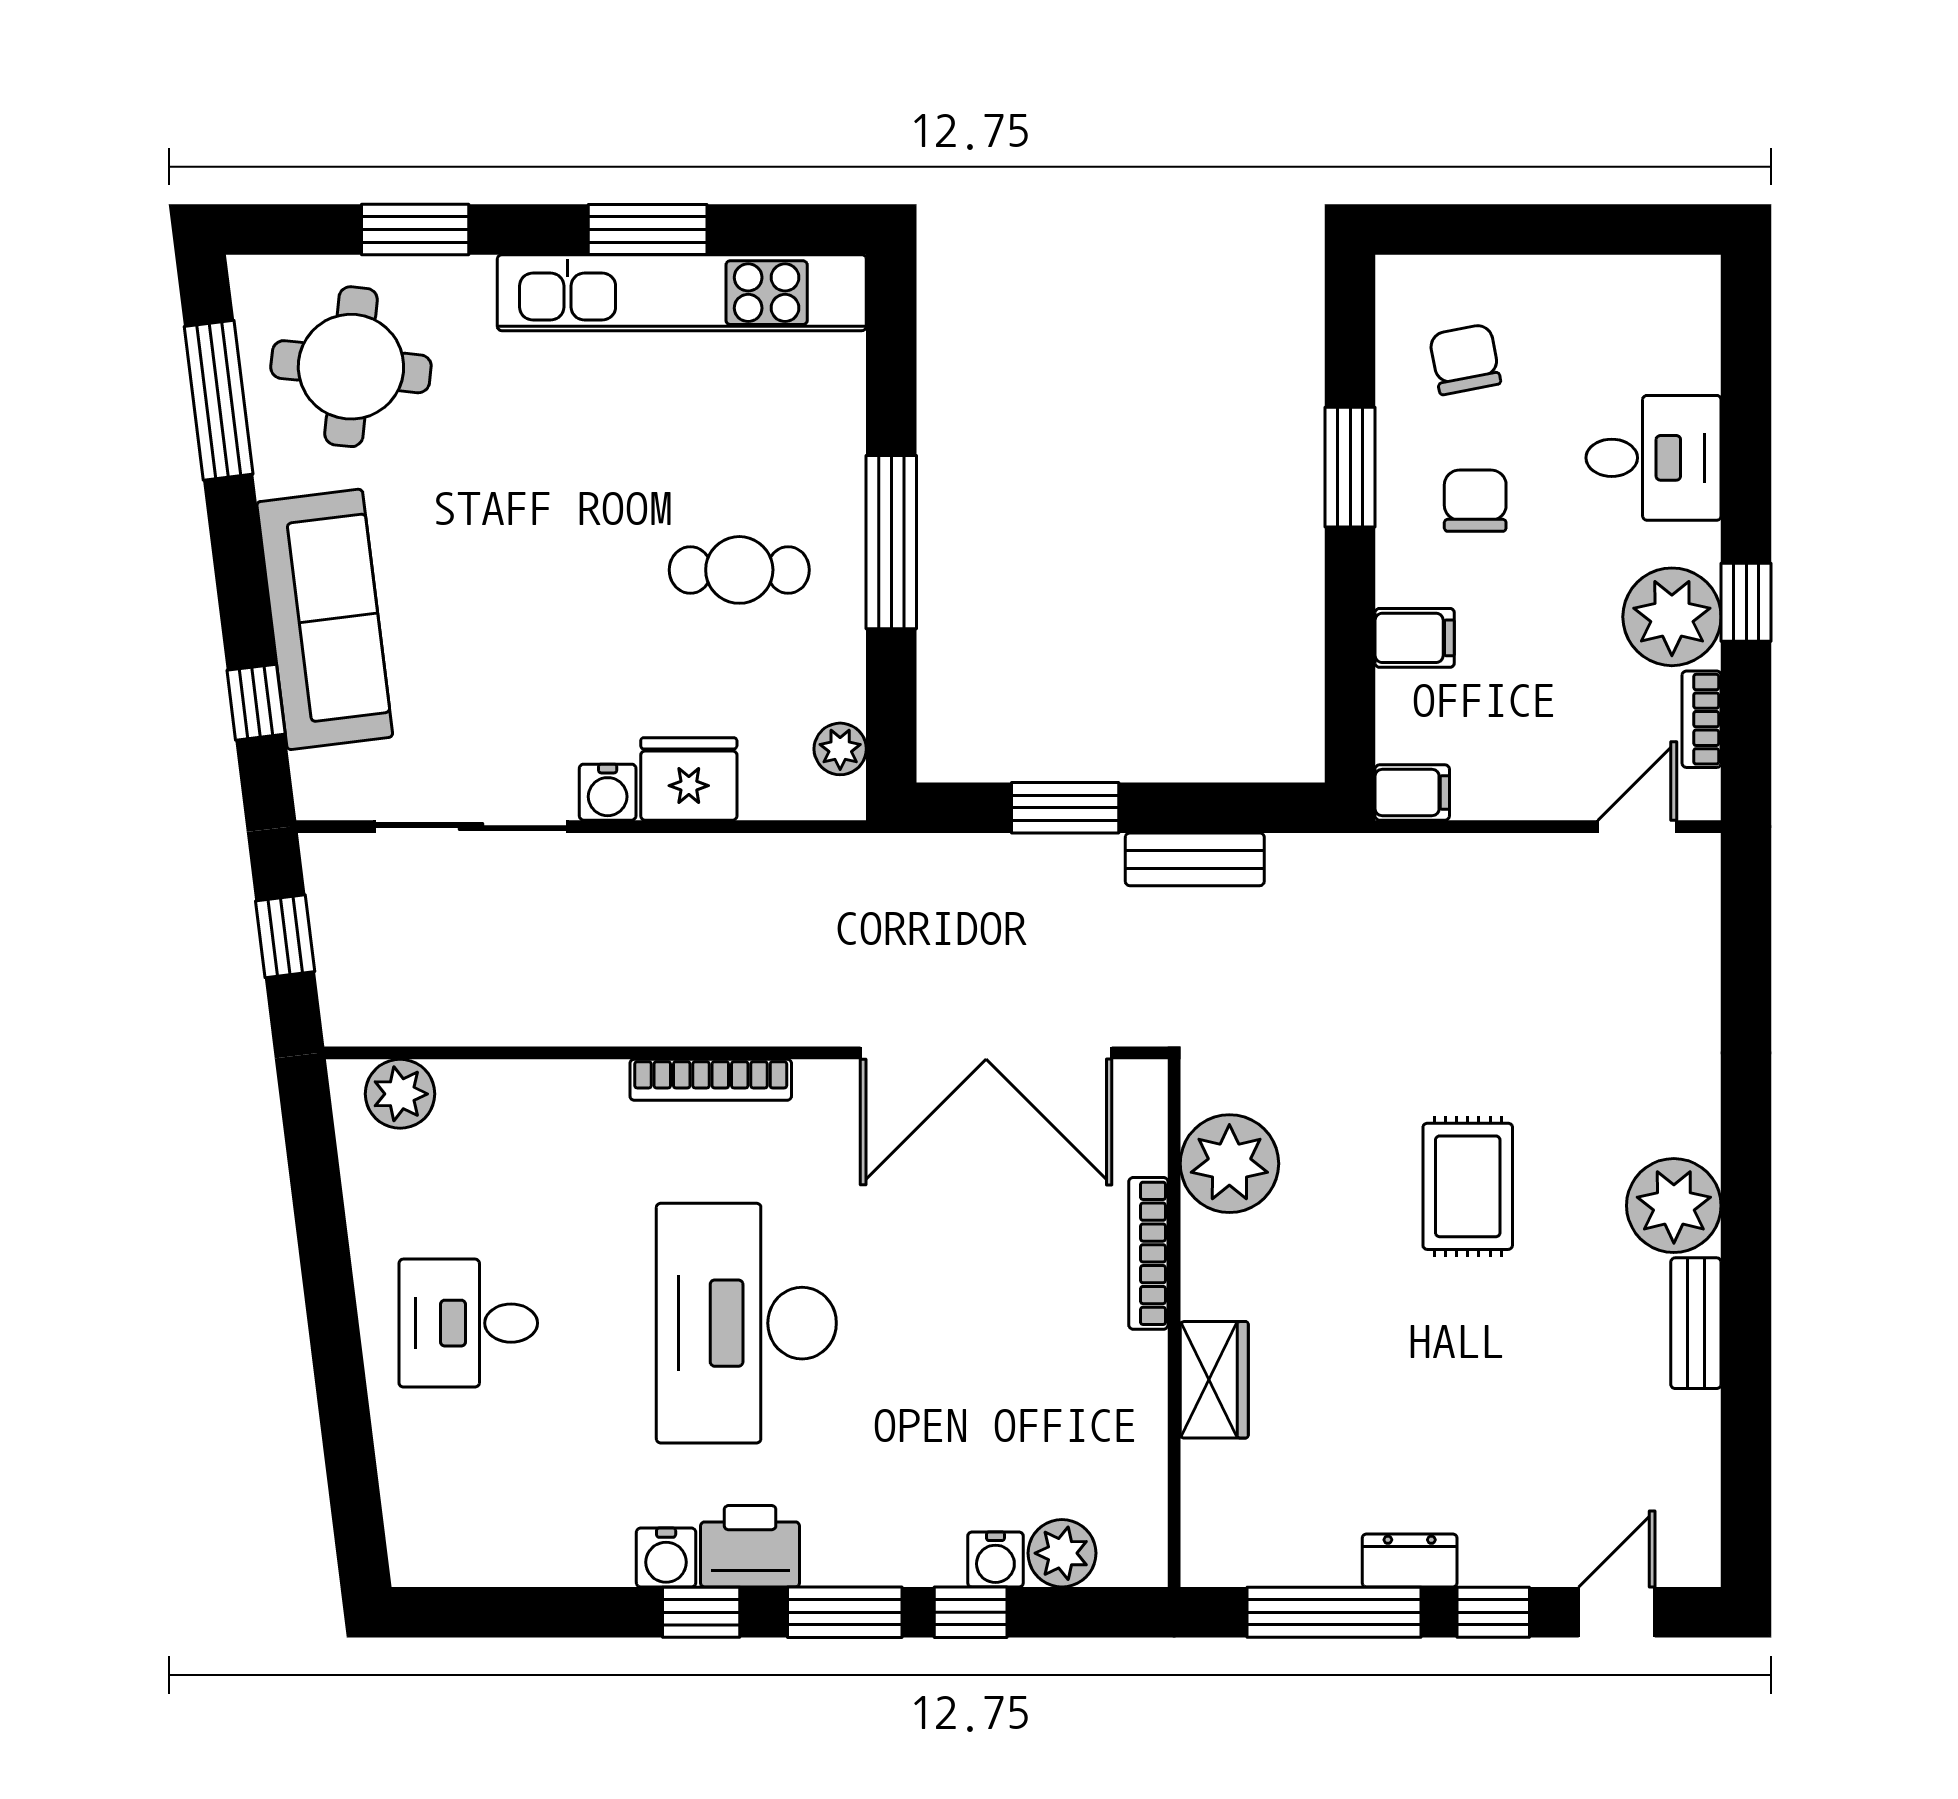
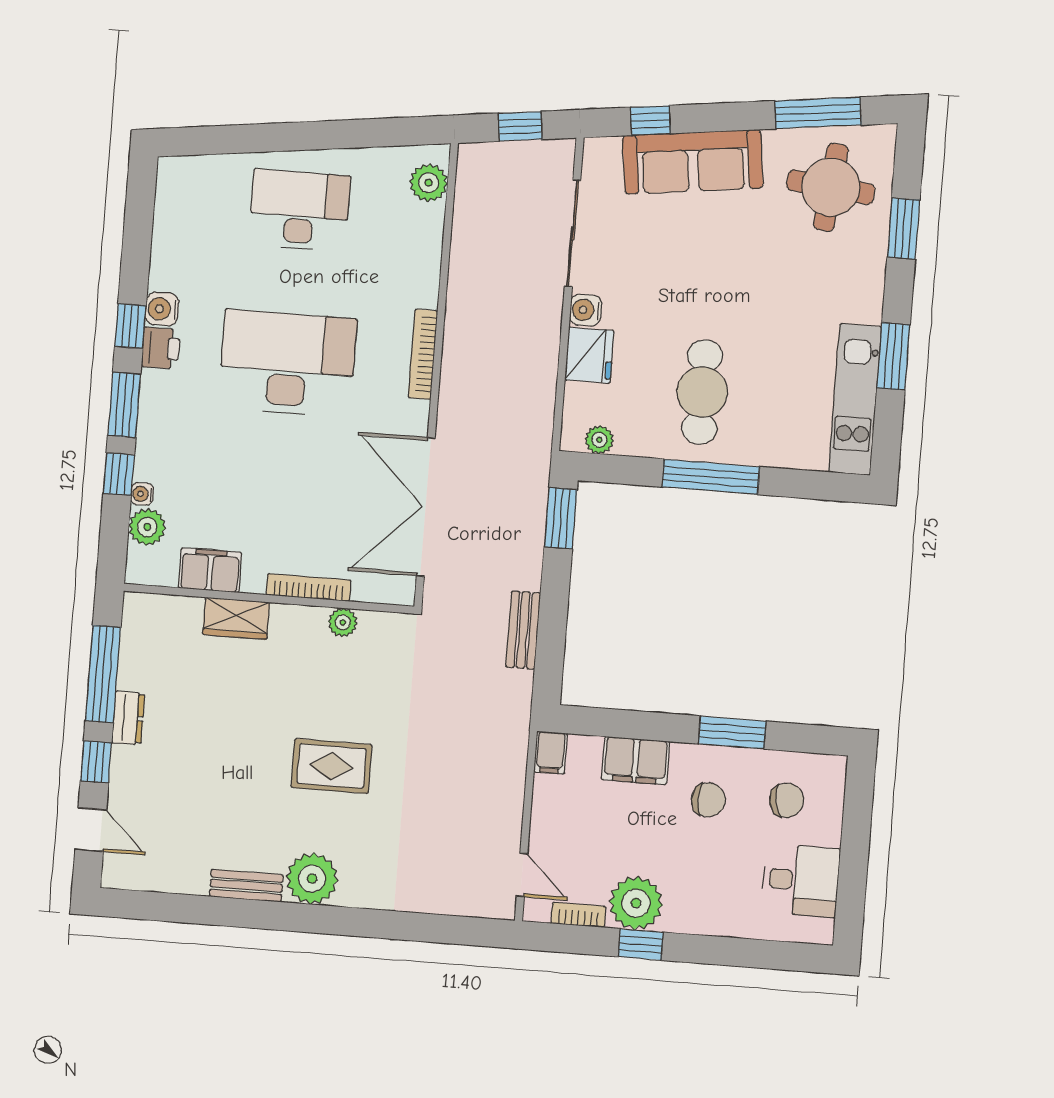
kitchen unit: (682, 293) -> (855, 399), width x0.73
desk: (1654, 458) -> (801, 880), moved, turned -90
cafe table: (739, 570) -> (702, 392), width x1.37, depth x1.35
filing cabinet: (1415, 638) -> (636, 761), width x2.00
window: (1065, 808) -> (561, 518), moved
plant: (1229, 1164) -> (343, 622), width x0.53, depth x0.53
desk: (468, 1323) -> (300, 210), width x1.37
filing cabinet: (1131, 1434) -> (210, 570), added
printer: (750, 1546) -> (161, 348), width x0.73, depth x0.81
water cooler: (995, 1559) -> (142, 494), width x0.72, depth x0.72

